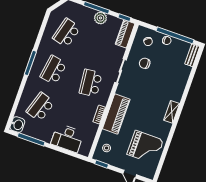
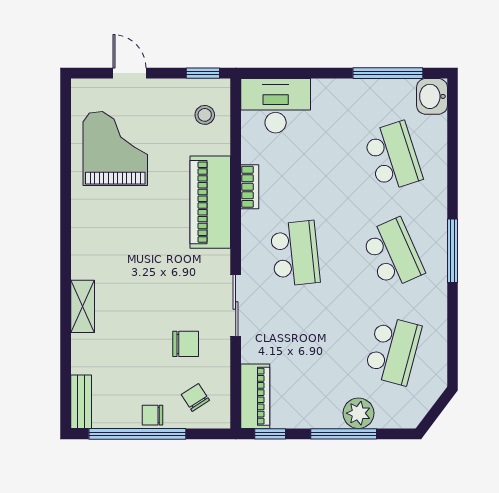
plant: (100, 18) -> (358, 413), moved
school desk: (53, 70) -> (393, 253), turned -33
school desk: (40, 107) -> (393, 156), turned -36
shelving: (172, 112) -> (83, 306), moved
desk: (67, 138) -> (276, 106), moved
grand piano: (145, 147) -> (115, 148), turned 90

